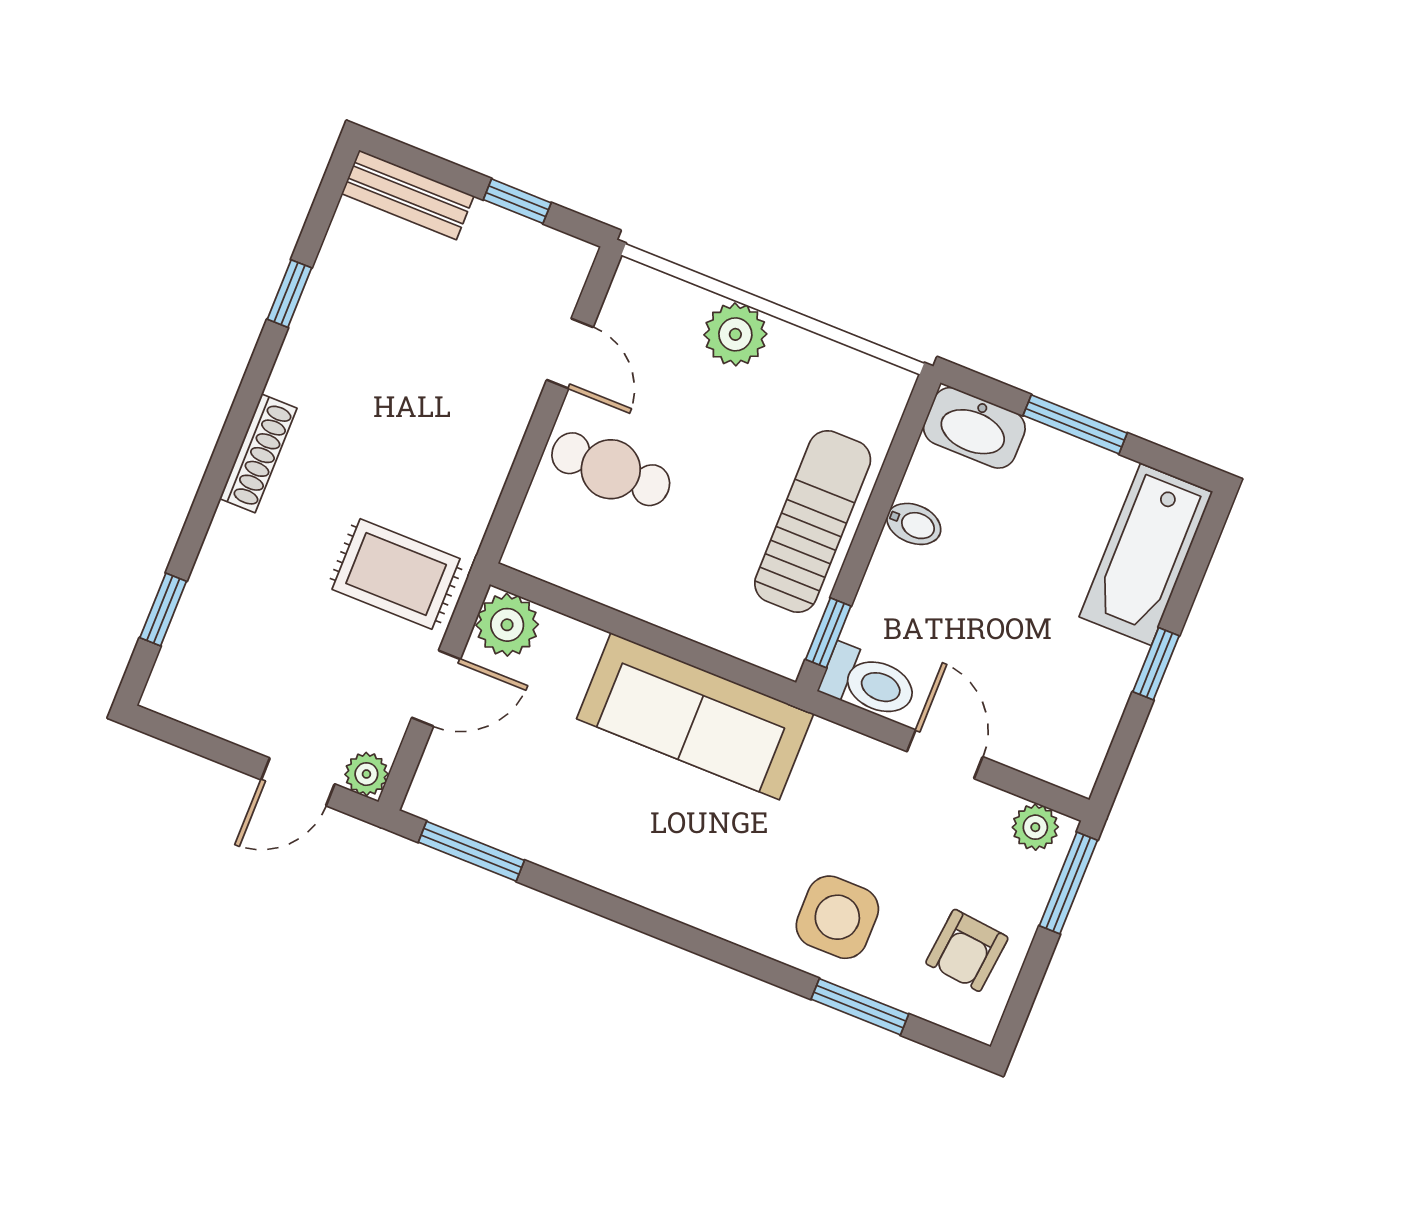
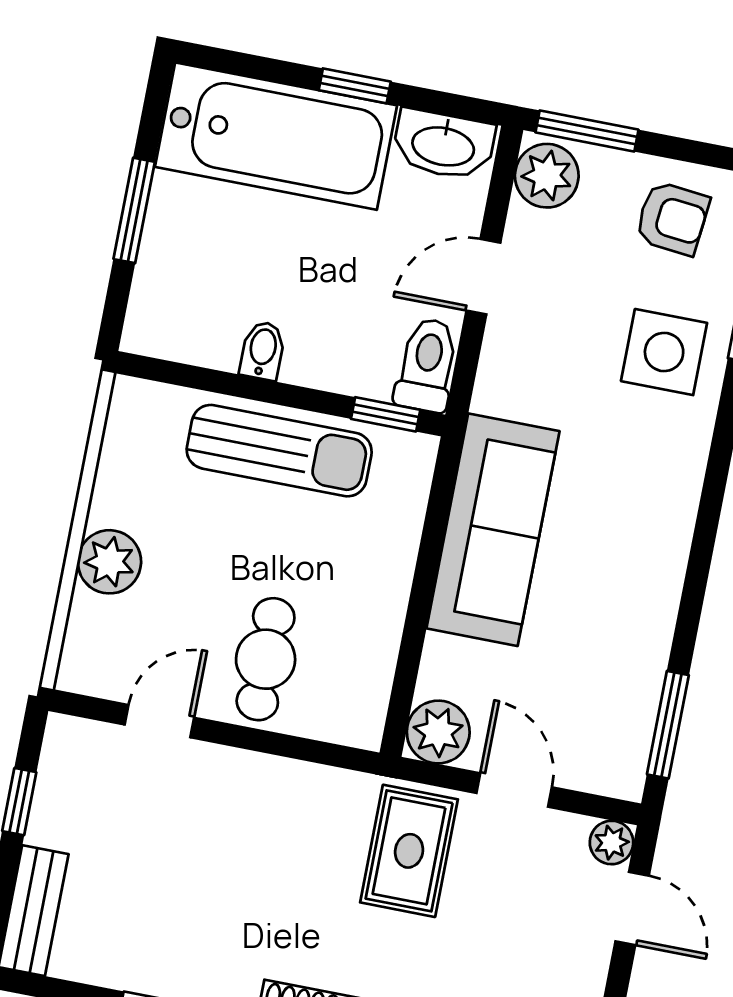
washbasin: (974, 428) -> (443, 145), moved, turned 90
sun lounger: (813, 522) -> (279, 451), turned 180
bathtub: (1146, 555) -> (276, 136), width x1.36, depth x1.36
plant: (1035, 827) -> (547, 176), width x1.38, depth x1.38

